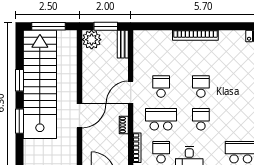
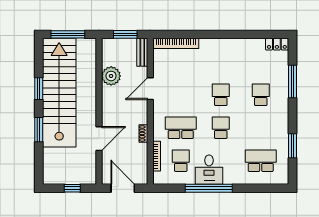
bookcase: (195, 35) -> (176, 43), moved
plant: (92, 40) -> (111, 76), moved
school desk: (161, 86) -> (261, 95), moved
door: (131, 92) -> (150, 89), moved
door: (80, 116) -> (99, 139), moved

